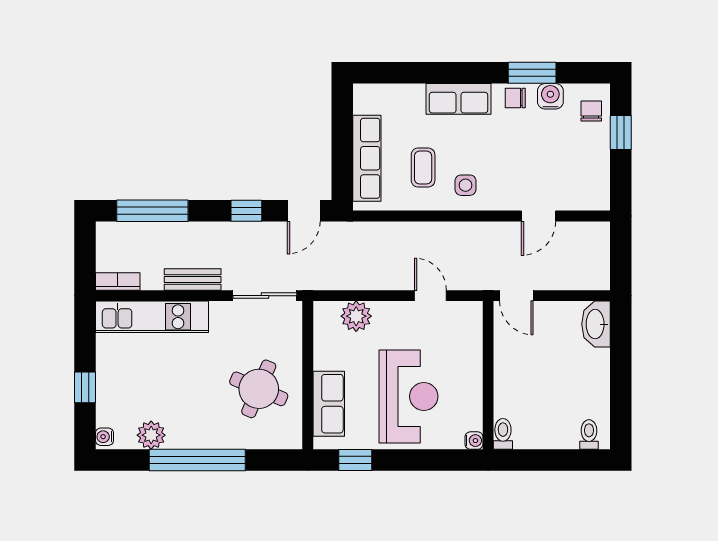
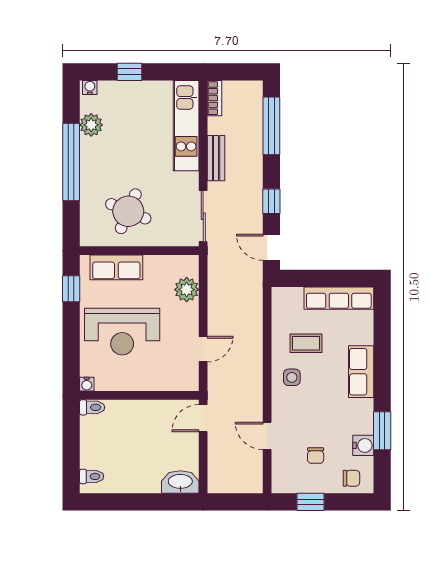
chair: (515, 98) -> (316, 456), moved, turned 180
window: (621, 132) -> (310, 502), moved
row of seats: (367, 158) -> (339, 298), moved

